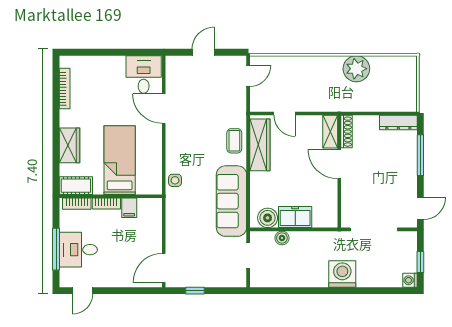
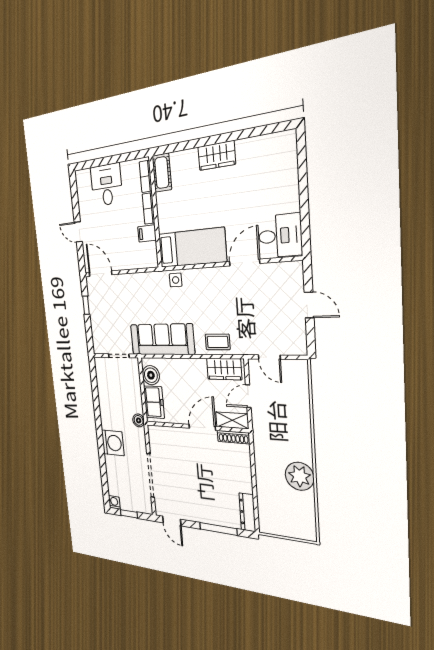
door: (248, 76) -> (269, 357), moved
bookcase: (65, 89) -> (259, 142), removed
shelving: (330, 132) -> (232, 420), moved
shoe rack: (346, 132) -> (233, 437), moved
wardrobe: (70, 145) -> (217, 156), moved
wardrobe: (260, 145) -> (224, 369), width x0.67
bed: (120, 160) -> (192, 248), moved
door: (339, 164) -> (202, 427), moved
wall: (339, 171) -> (196, 427), moved
boiler: (282, 238) -> (139, 420), moved
window: (56, 249) -> (105, 161), removed
door: (82, 291) -> (78, 232), moved

